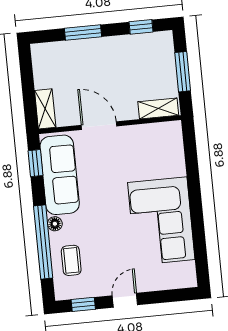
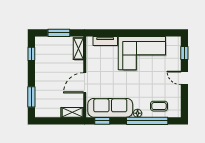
window: (83, 33) -> (31, 97), moved
tv unit: (176, 154) -> (105, 41), added
window: (83, 304) -> (184, 53), moved

